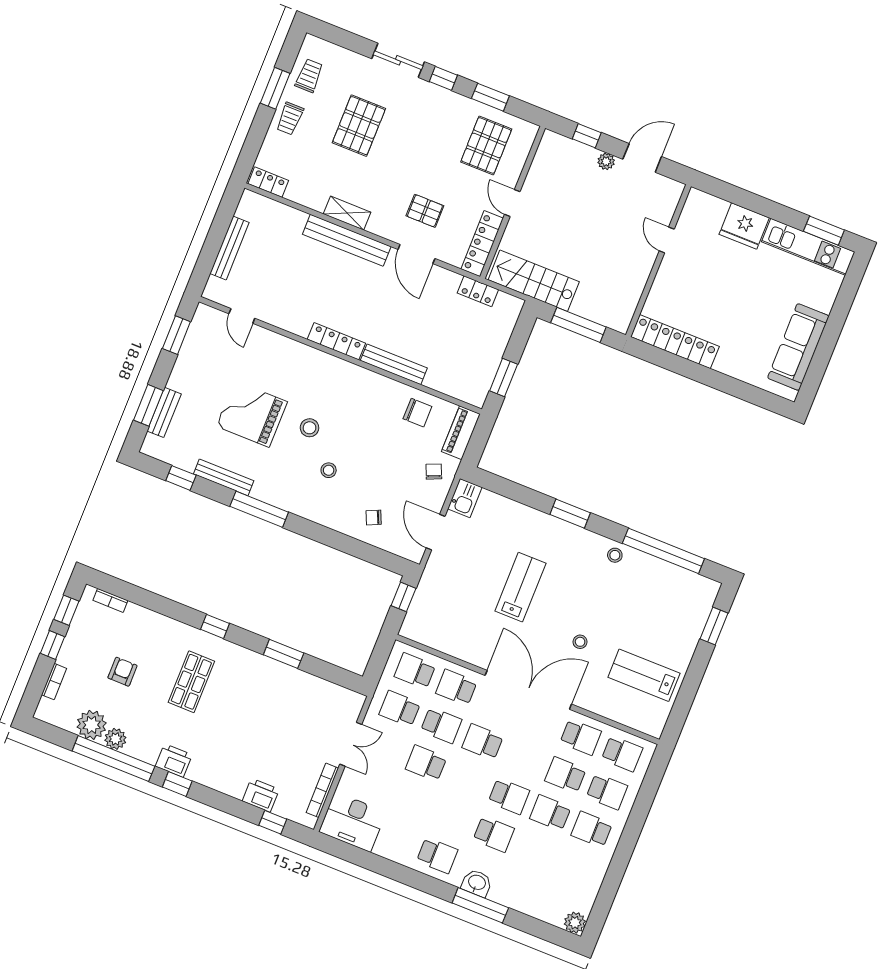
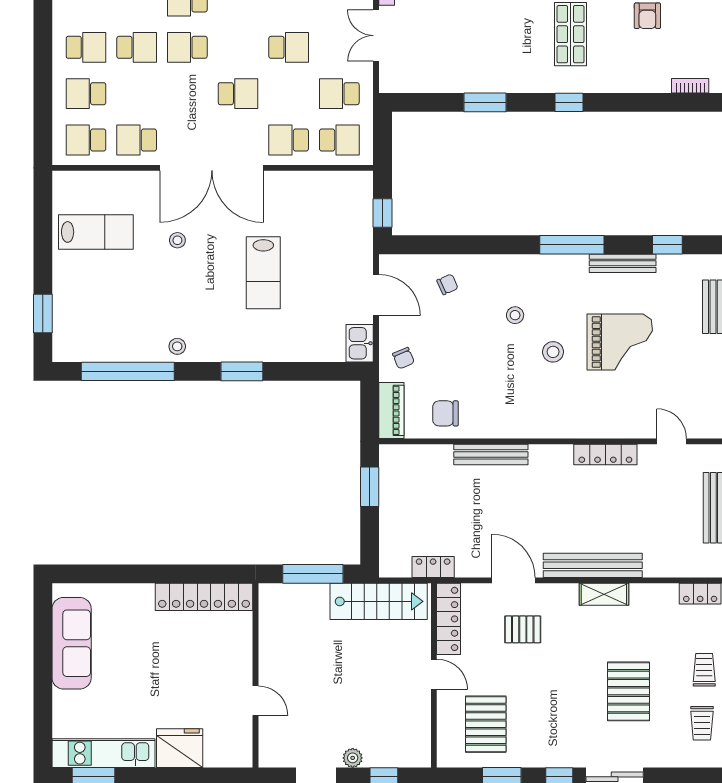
locker: (336, 341) -> (605, 454), moved
school desk: (456, 687) -> (289, 140), turned 180
school desk: (400, 709) -> (339, 94), turned 180
school desk: (441, 725) -> (289, 94), removed
school desk: (565, 775) -> (137, 94), removed

